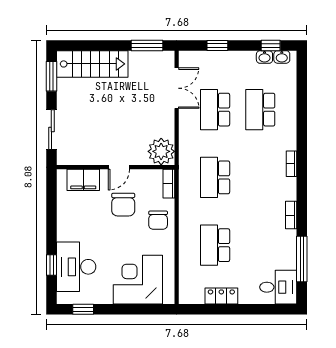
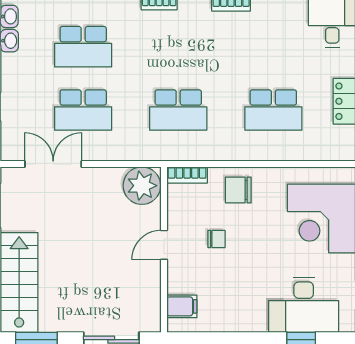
door: (119, 167) -> (164, 245), swing flipped
filing cabinet: (83, 180) -> (182, 306), width x0.50
chair: (123, 205) -> (216, 239), width x0.54, depth x0.54
chair: (158, 220) -> (238, 190), turned 180

